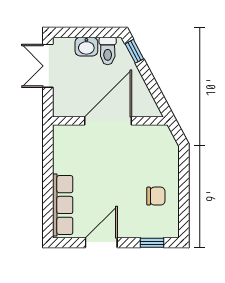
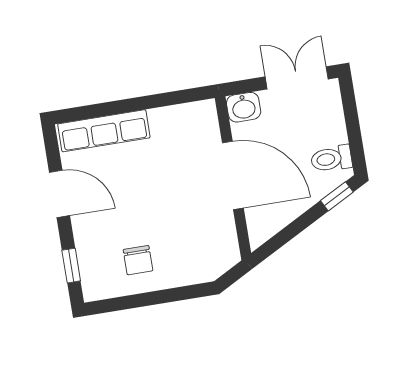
washbasin: (86, 47) -> (244, 107), moved, turned -90

